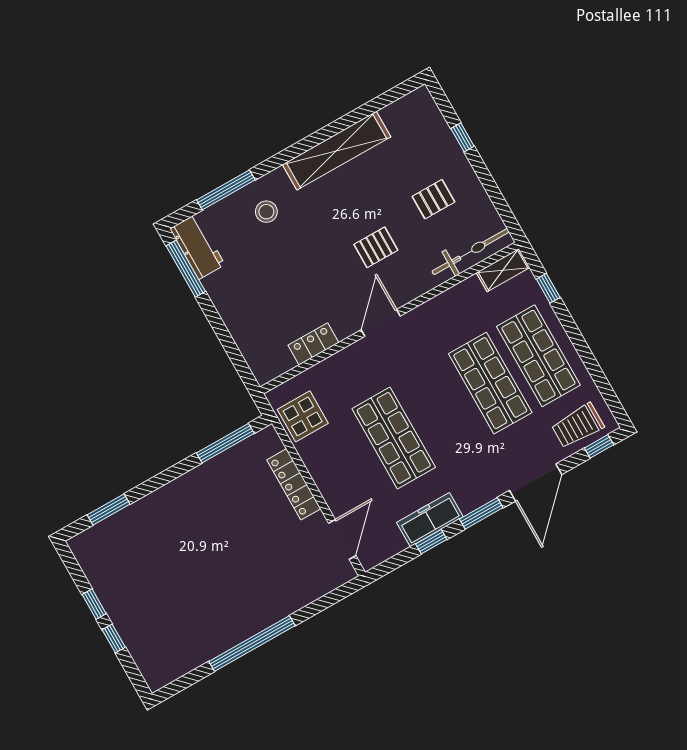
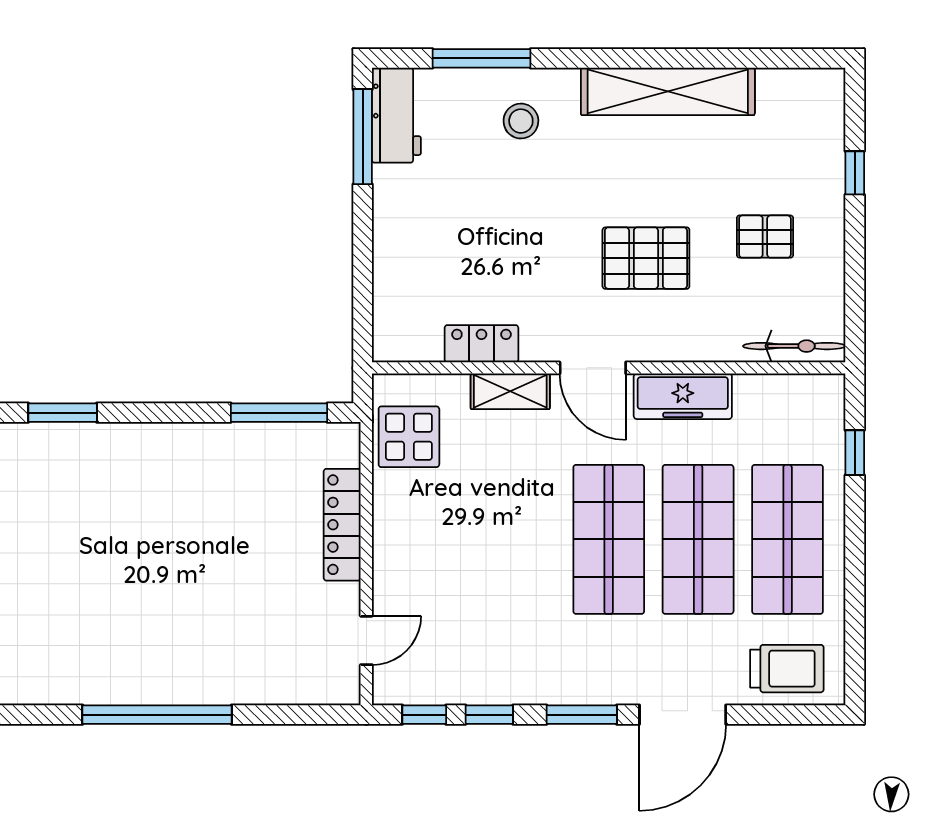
pallet: (376, 247) -> (646, 258), width x1.50, depth x1.42
bicycle: (471, 252) -> (794, 346), width x0.73, depth x0.71
shelving: (503, 270) -> (510, 391), moved
door: (381, 323) -> (593, 368), swing flipped
trolley: (578, 426) -> (787, 669), turned 180
shop shelf: (394, 438) -> (609, 539), moved
window: (599, 446) -> (424, 715), moved
freezer: (430, 520) -> (683, 396), moved, turned 180
door: (342, 539) -> (366, 640), width x0.73

